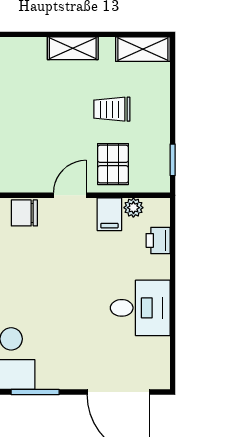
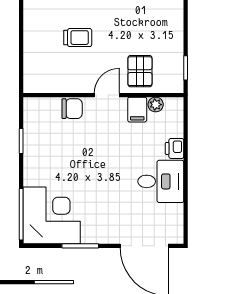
trolley: (112, 109) -> (78, 38), moved, turned 180
chair: (24, 213) -> (72, 109), turned 180
printer: (158, 240) -> (174, 148), moved

